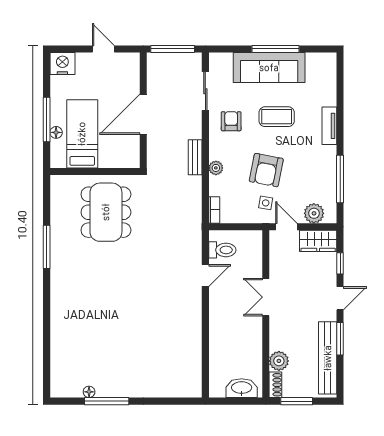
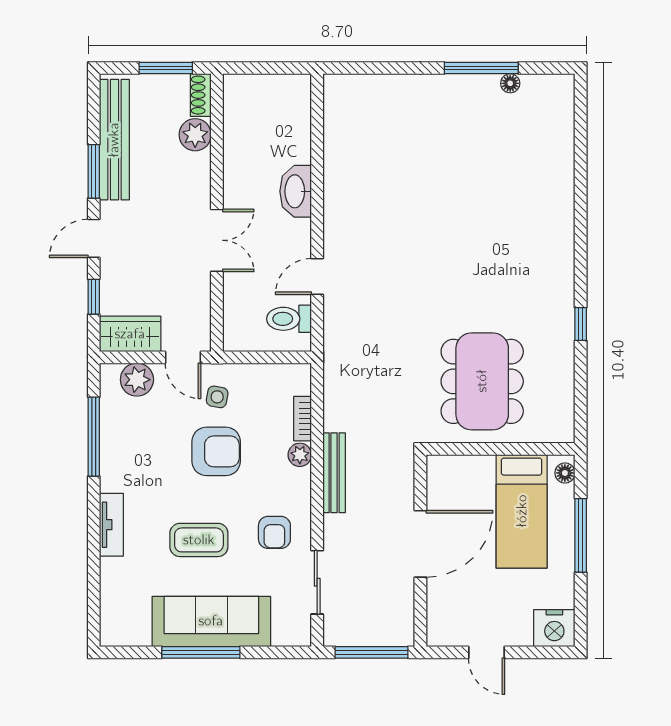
floor lamp: (56, 132) -> (565, 473), moved
bench: (195, 157) -> (334, 473), width x1.36
armchair: (266, 170) -> (216, 451), turned 79
bookcase: (214, 210) -> (303, 419), moved
window: (47, 247) -> (581, 324), width x0.46
washbasin: (242, 388) -> (296, 191), moved, turned 90

